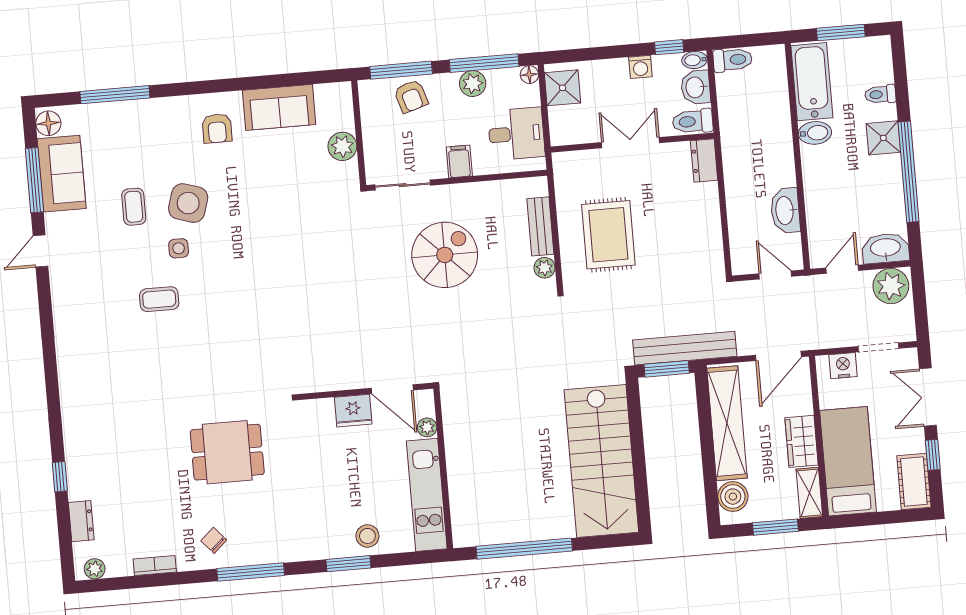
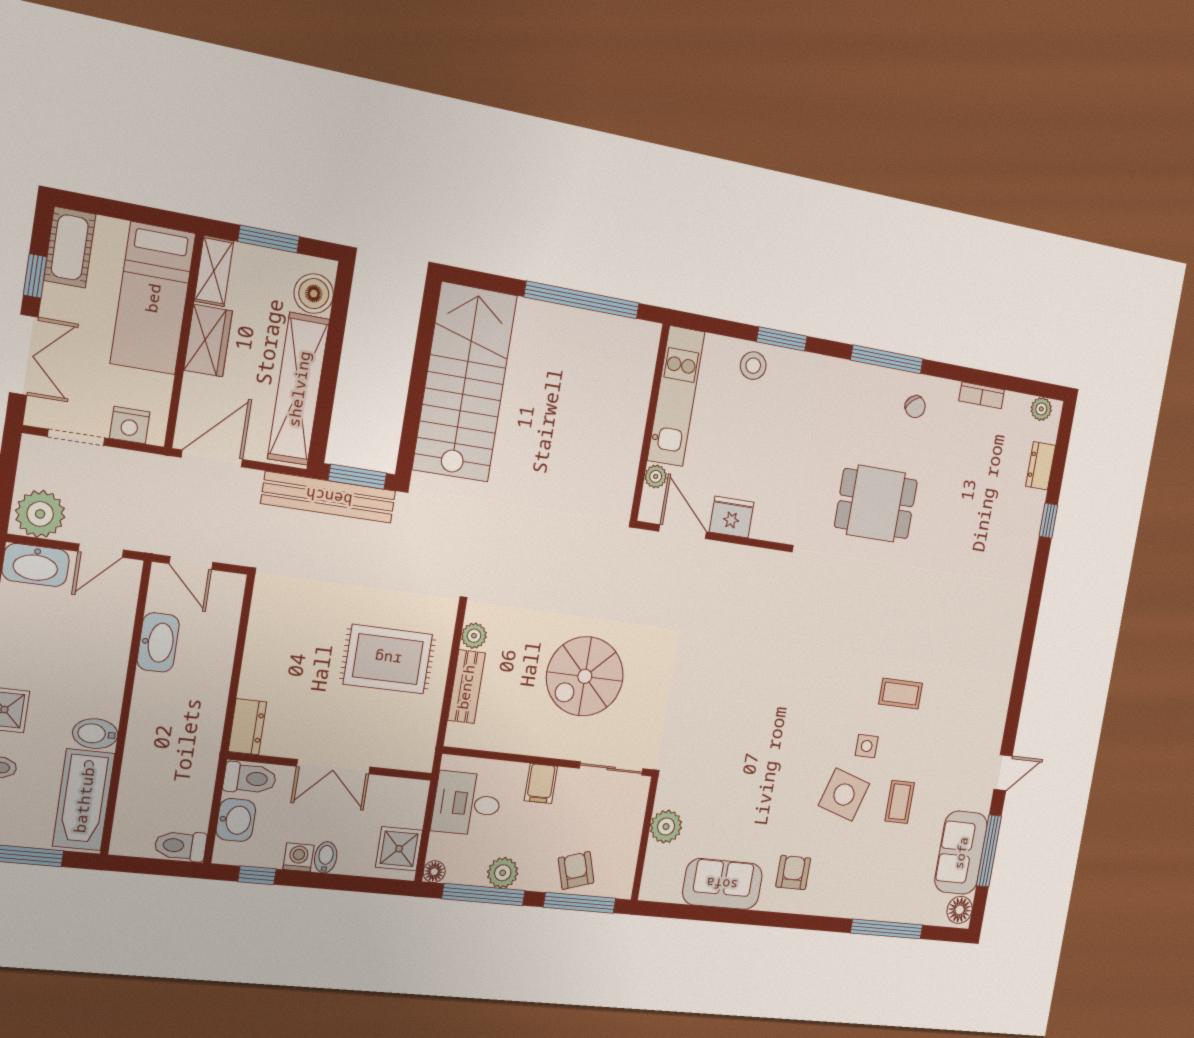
bidet: (695, 60) -> (326, 857), moved, turned -90
rug: (608, 235) -> (388, 659), turned 90

